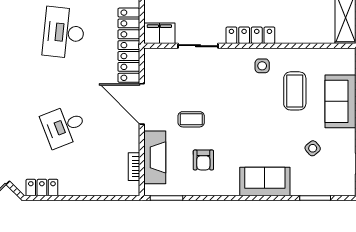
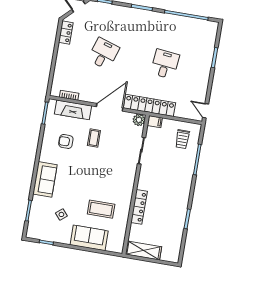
desk: (64, 33) -> (165, 64), width x0.73
filing cabinet: (159, 33) -> (155, 122), width x0.50
locker: (250, 35) -> (139, 207), moved
plant: (153, 57) -> (139, 120), added
side table: (262, 66) -> (121, 190), removed
desk: (64, 126) -> (104, 54), turned 39

